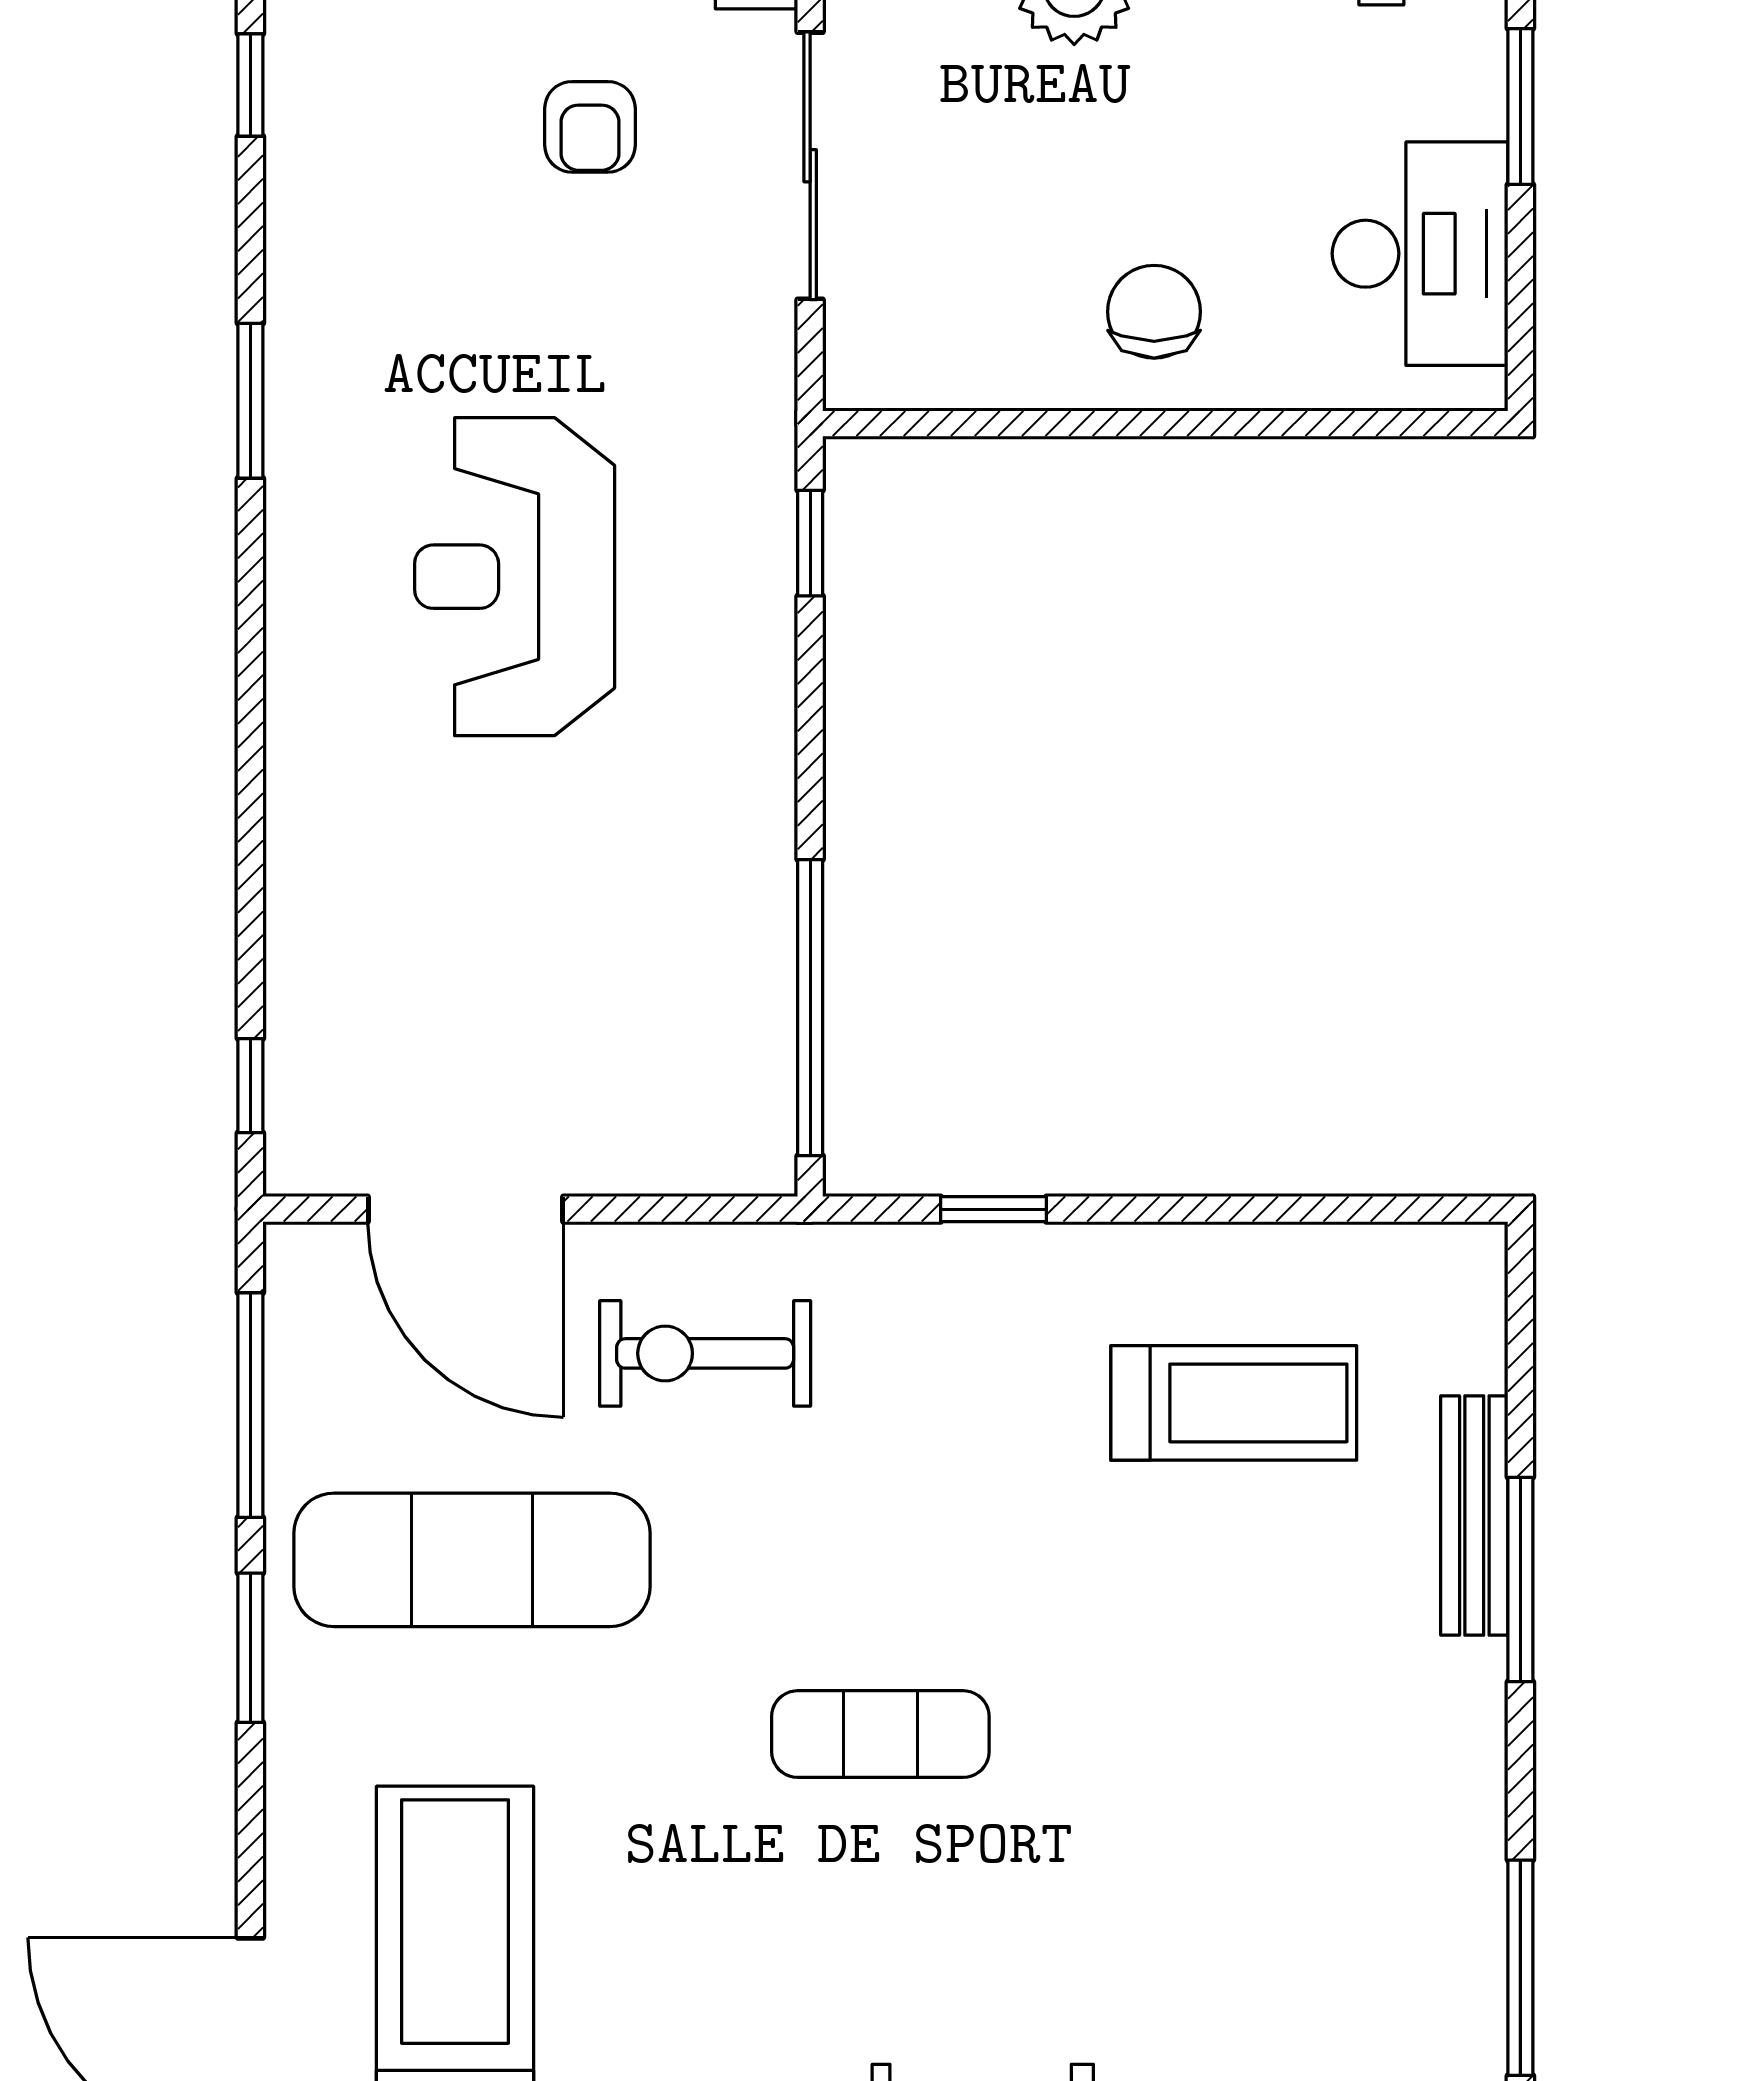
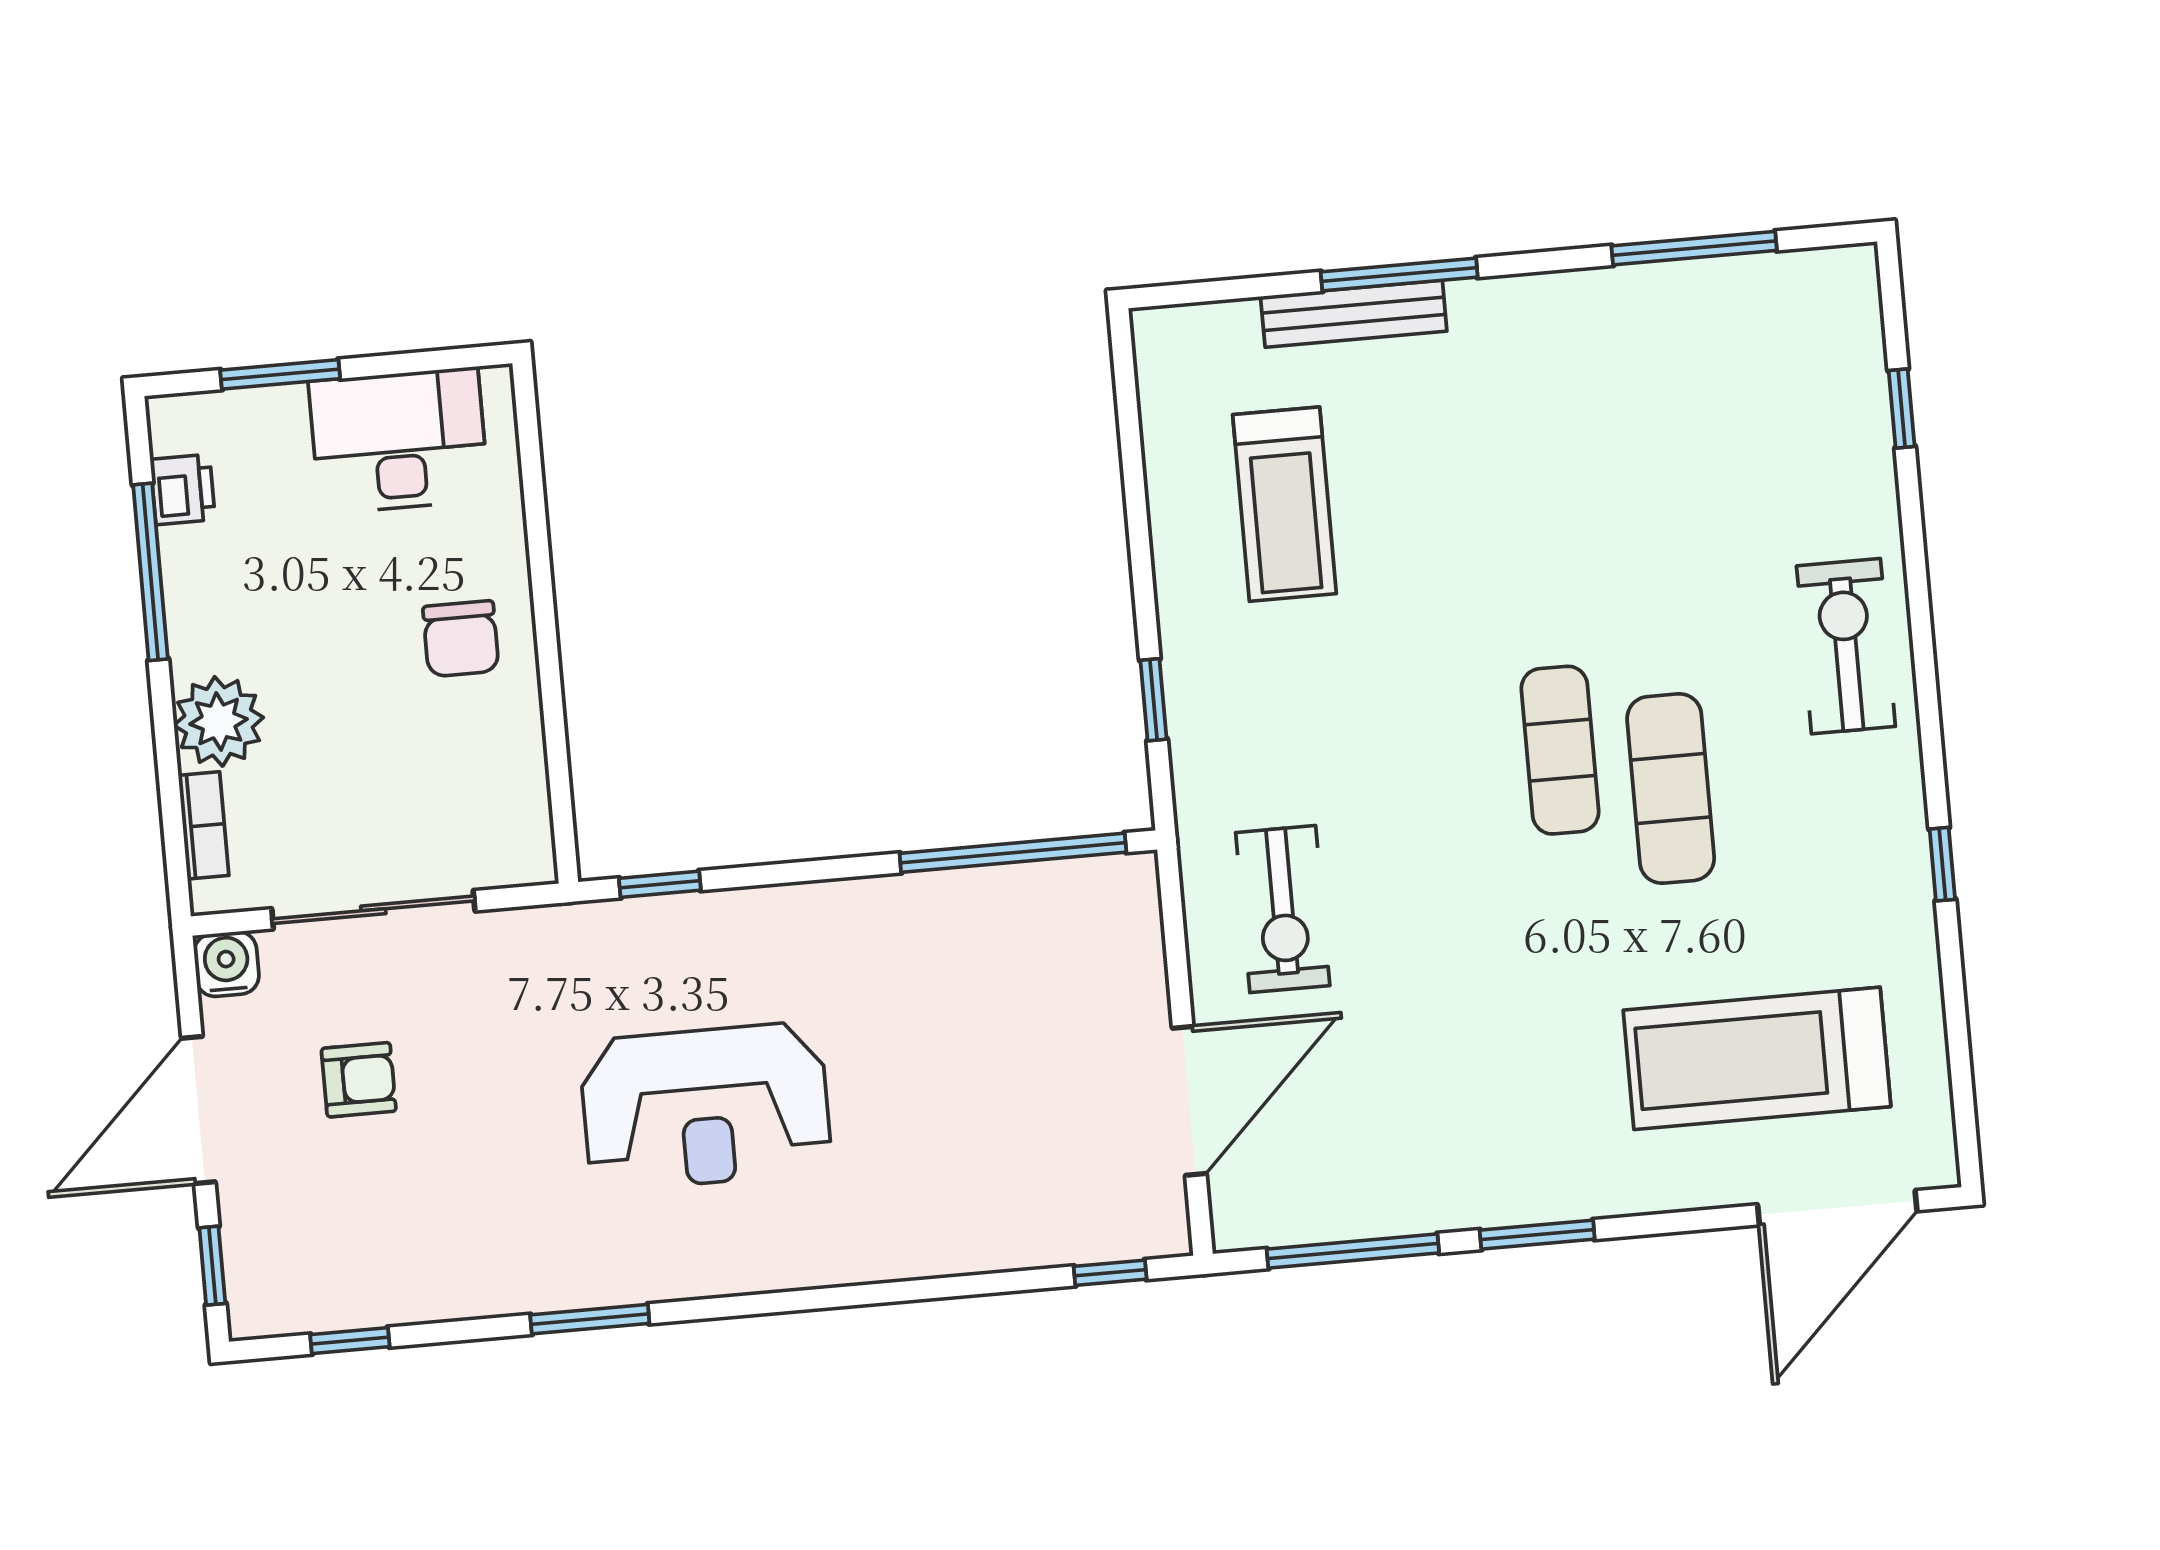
chair: (1154, 312) -> (461, 639), turned -90
treadmill: (1234, 1403) -> (1284, 504), turned 180
exercise mat: (472, 1560) -> (1671, 789), moved, width x0.73, depth x0.69

